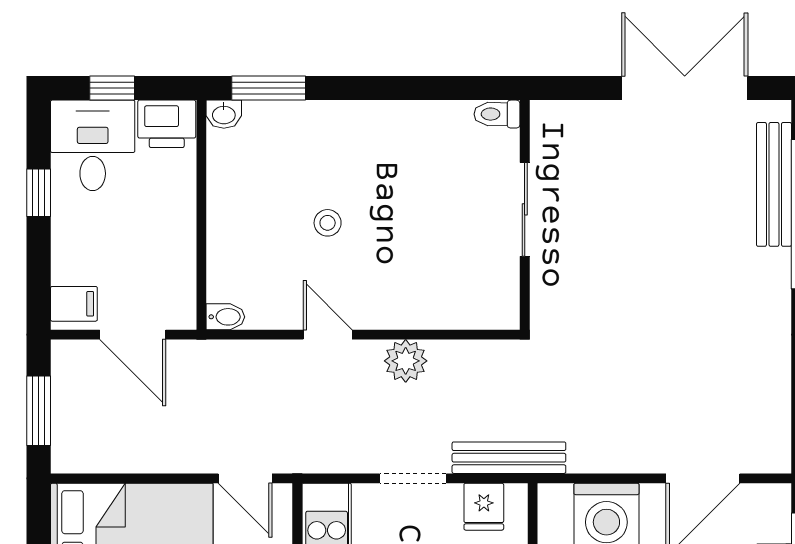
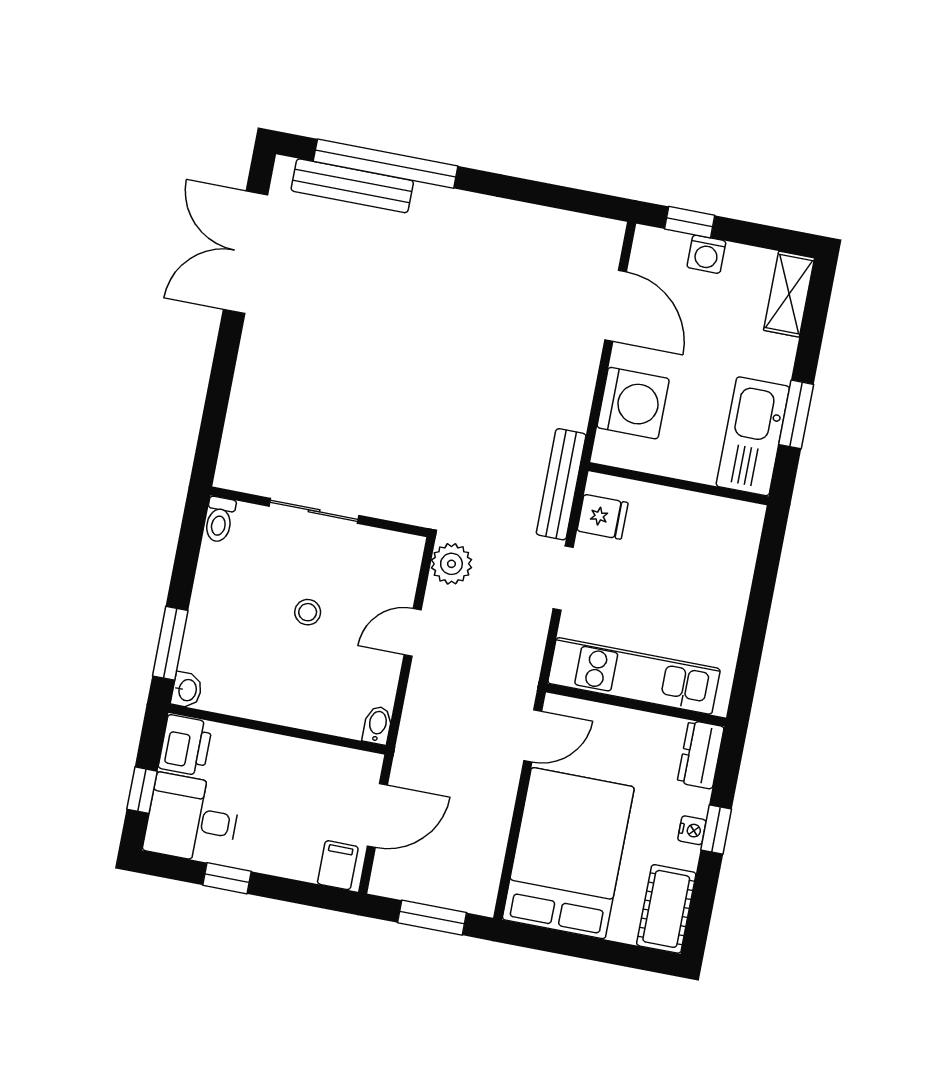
toilet: (497, 114) -> (219, 520), moved
sliding door: (525, 209) -> (314, 511), moved
wall: (525, 215) -> (319, 512), moved

